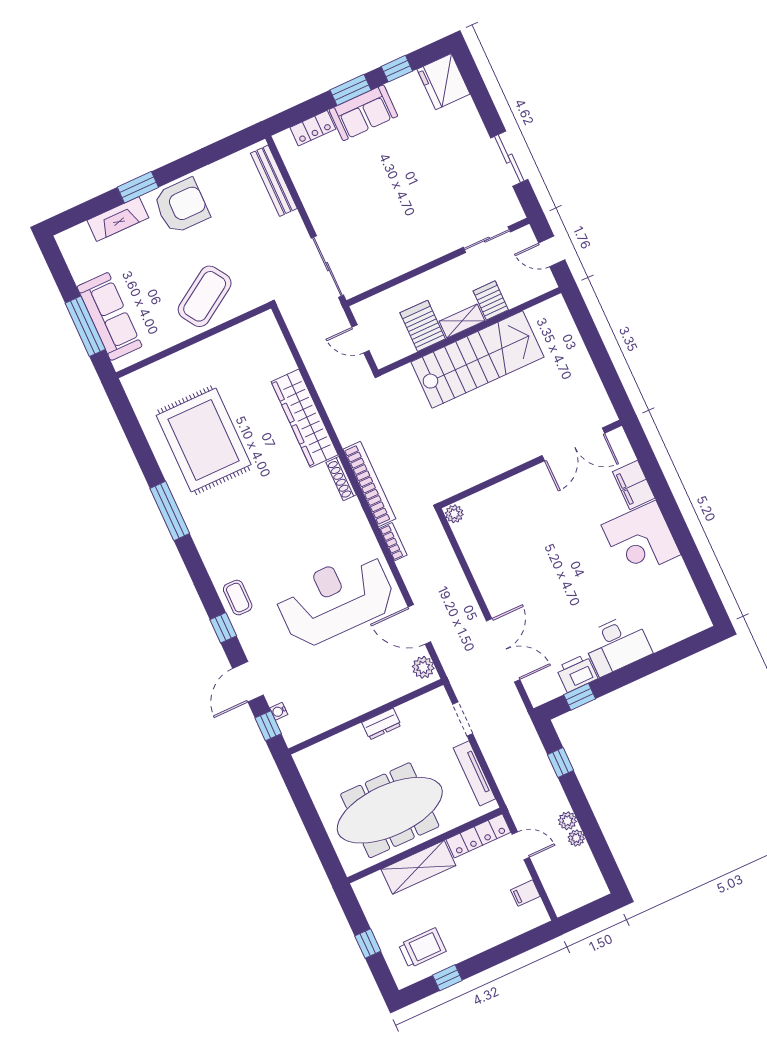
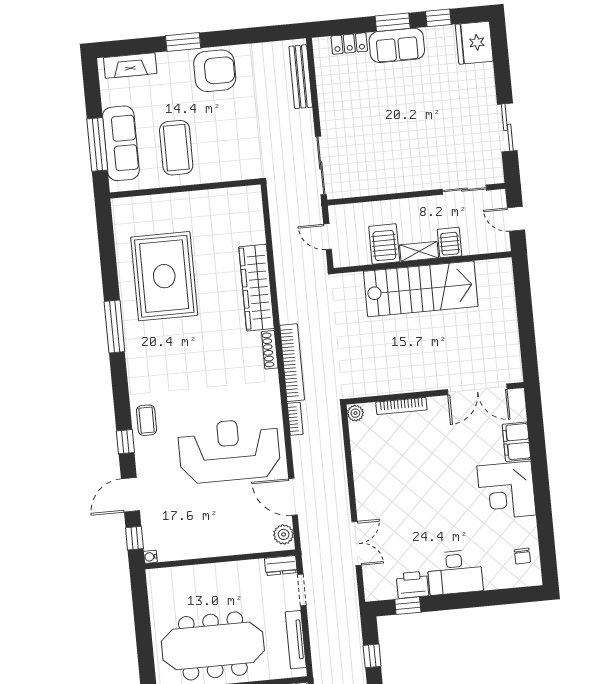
fireplace: (118, 219) -> (130, 66), moved
coffee table: (205, 296) -> (176, 148), moved, turned -57
bookcase: (500, 489) -> (401, 406), added
chair: (682, 603) -> (522, 556), added
double door: (503, 650) -> (357, 544), width x0.73
water cooler: (279, 711) -> (150, 557), moved
dresser: (381, 724) -> (281, 565), moved

